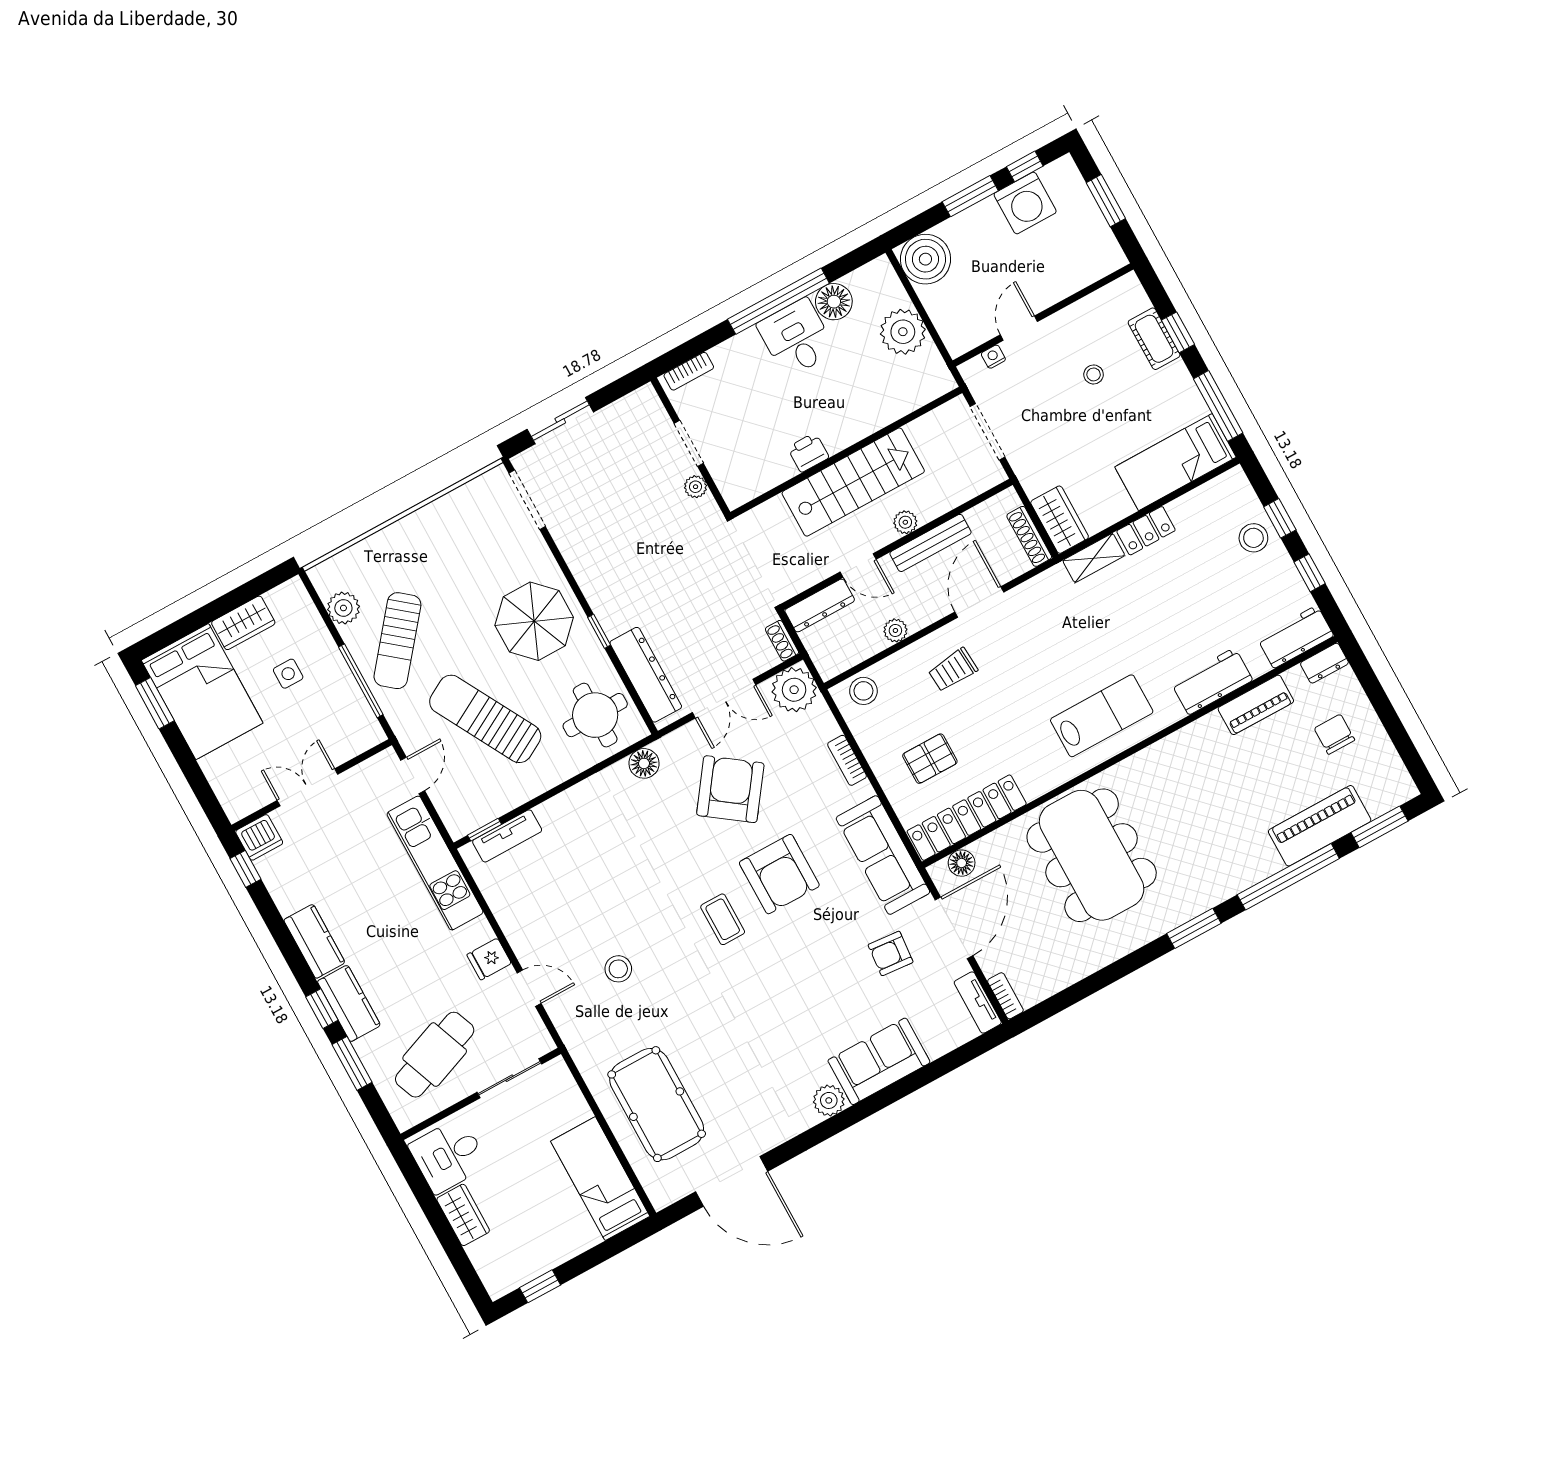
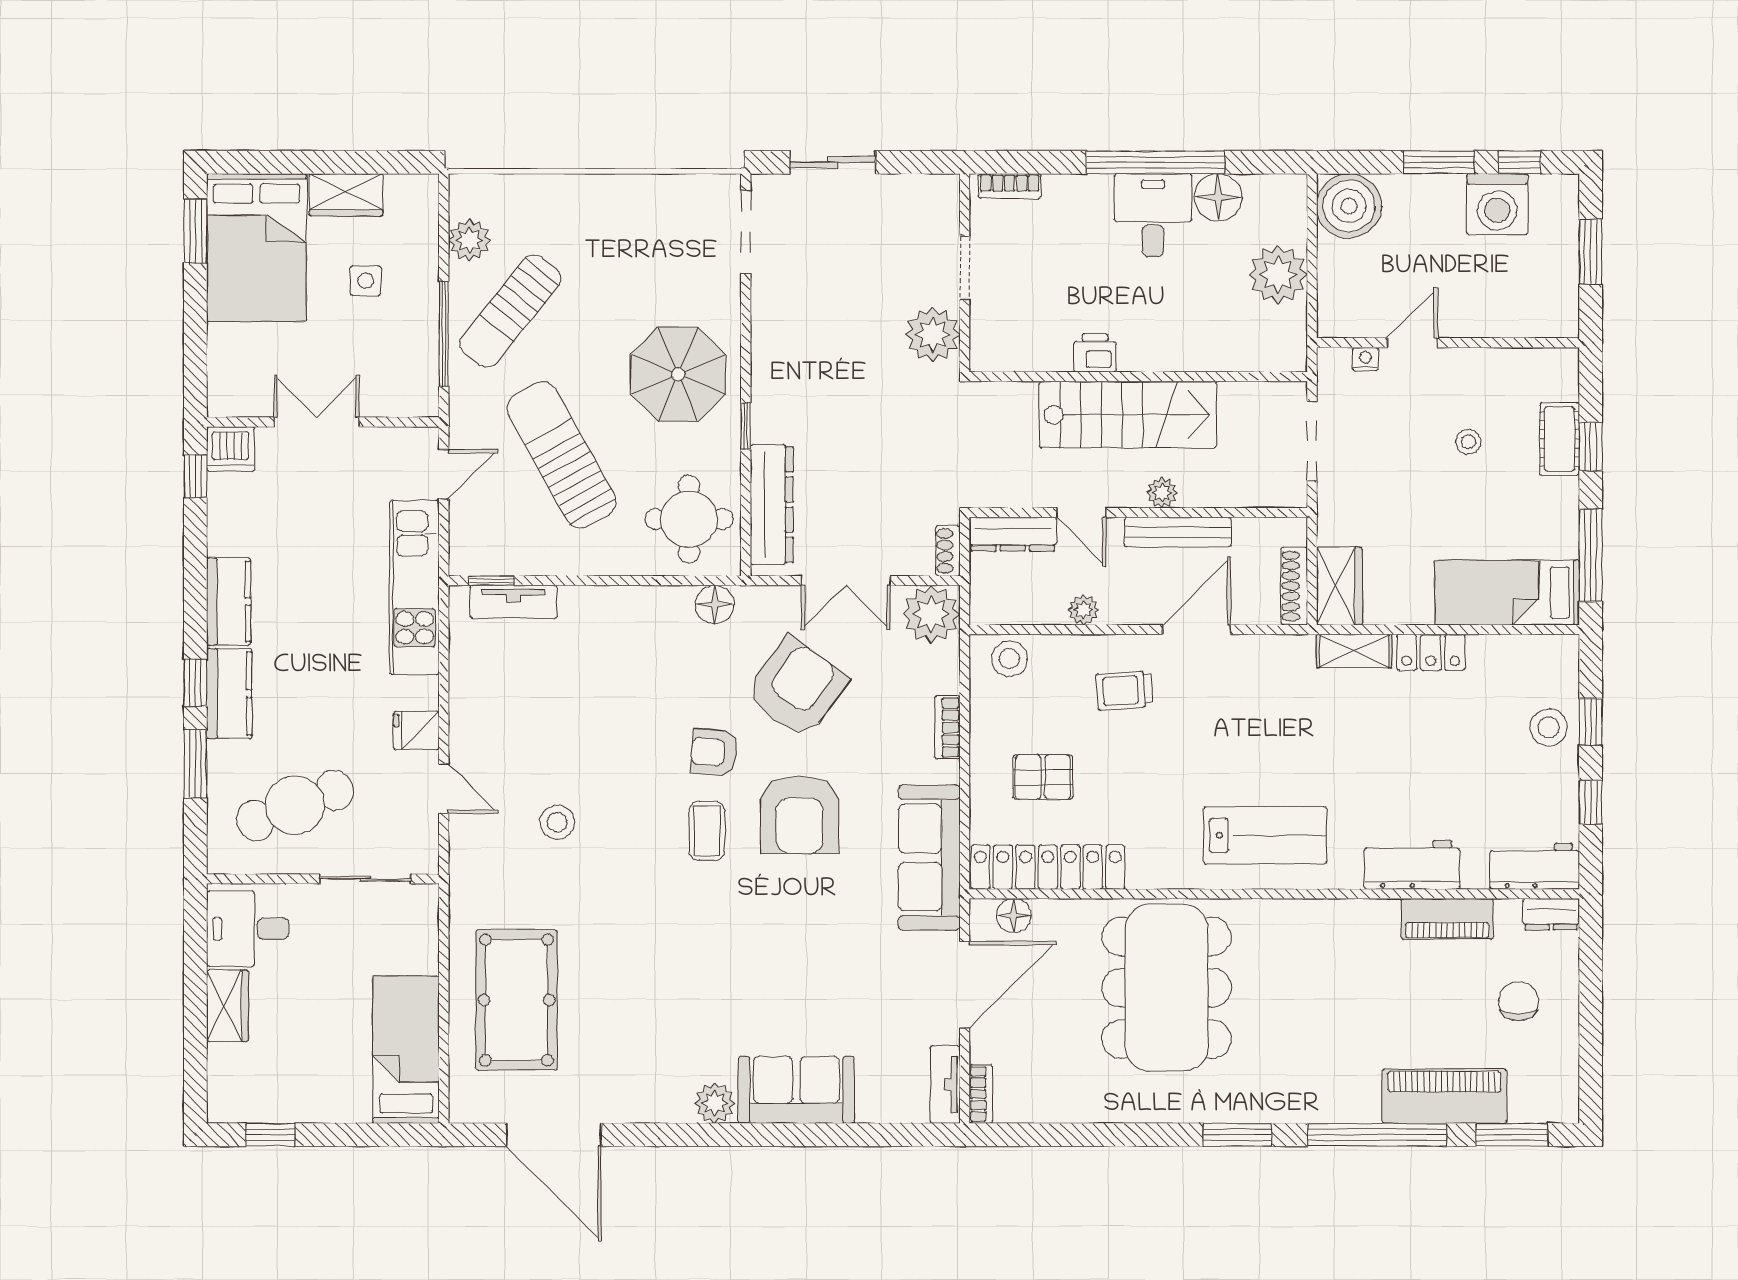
plant: (696, 487) -> (933, 335), width x1.88, depth x1.88
armchair: (891, 953) -> (714, 752), moved

